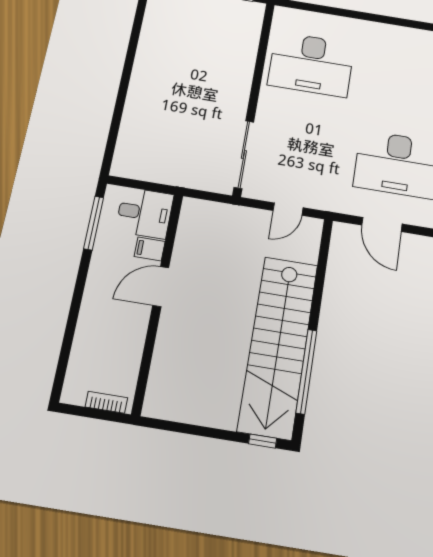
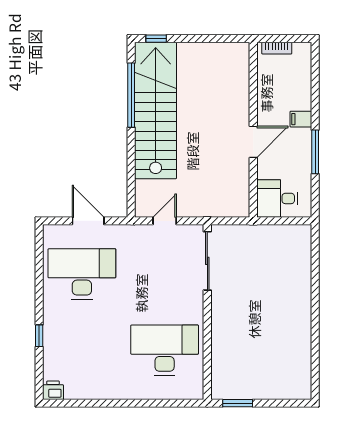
window: (94, 223) -> (315, 152), moved
filing cabinet: (150, 249) -> (301, 119), moved, turned 180

